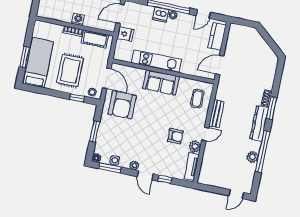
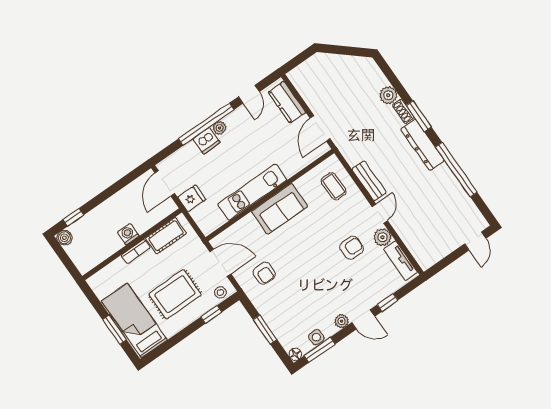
rug: (70, 71) -> (175, 294), turned 90
armchair: (122, 105) -> (264, 273), width x0.53, depth x0.53
plant: (252, 157) -> (388, 95), moved

